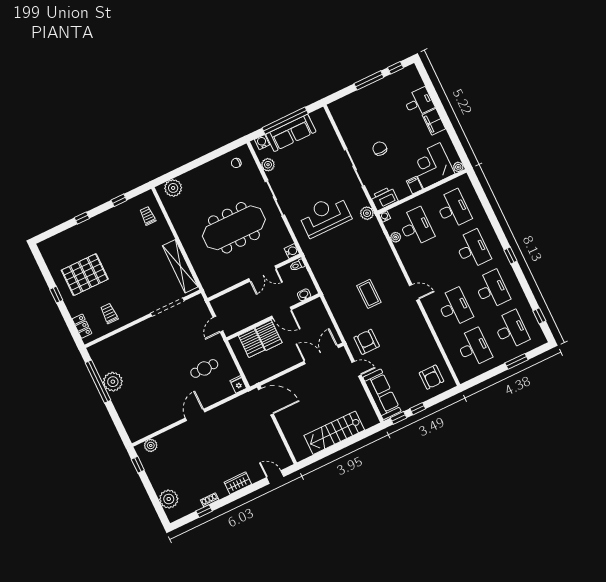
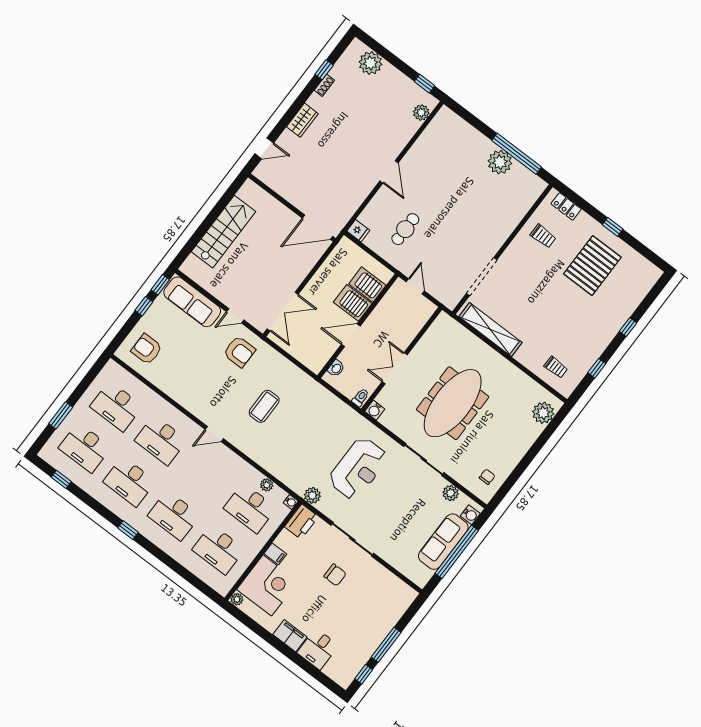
coffee table: (369, 294) -> (264, 406), turned 90

